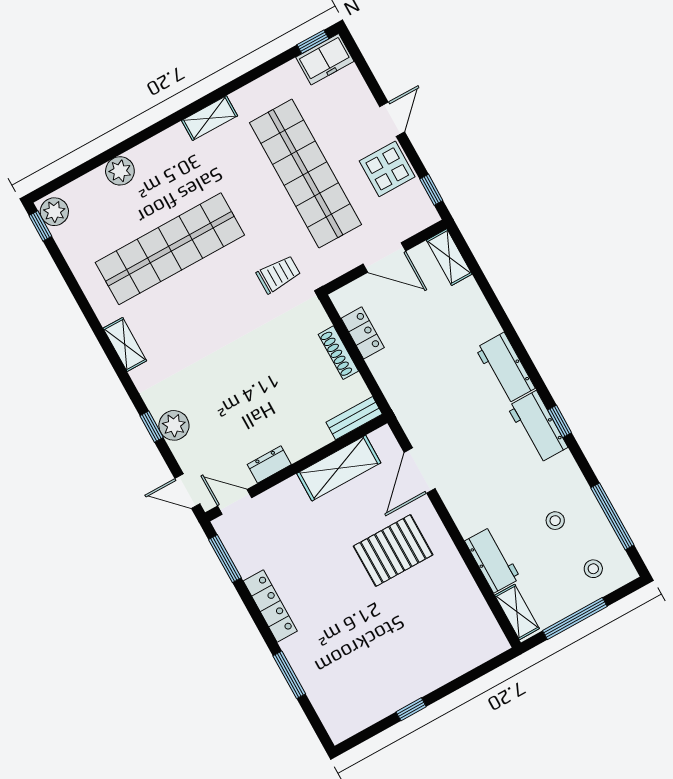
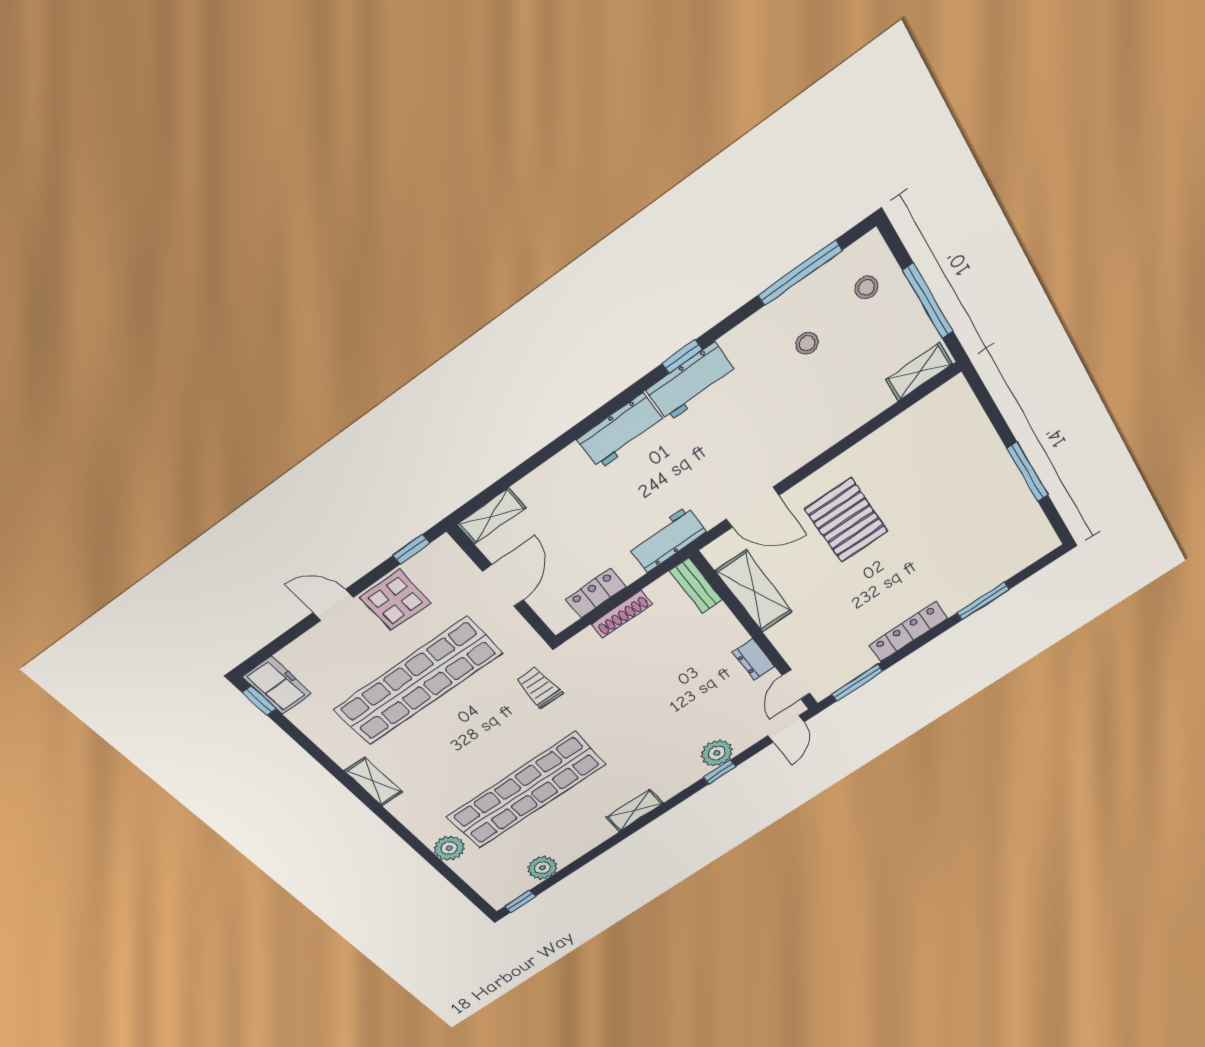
plant: (54, 212) -> (542, 868), moved
shop shelf: (170, 249) -> (526, 791), turned 90
workbench: (493, 560) -> (667, 539), moved
window: (411, 709) -> (1028, 472), width x2.17

